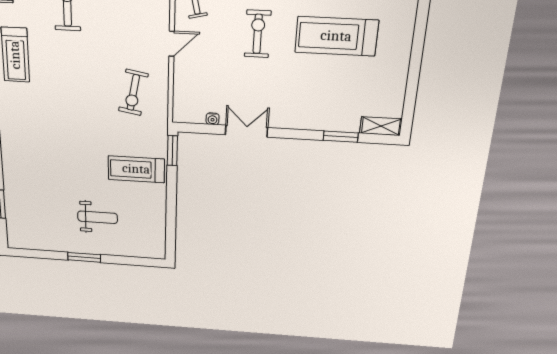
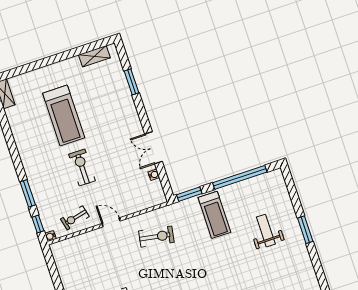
exercise bike: (258, 34) -> (82, 168), turned 90
shelving: (381, 126) -> (94, 56), moved, turned 90
window: (171, 213) -> (240, 177), added

